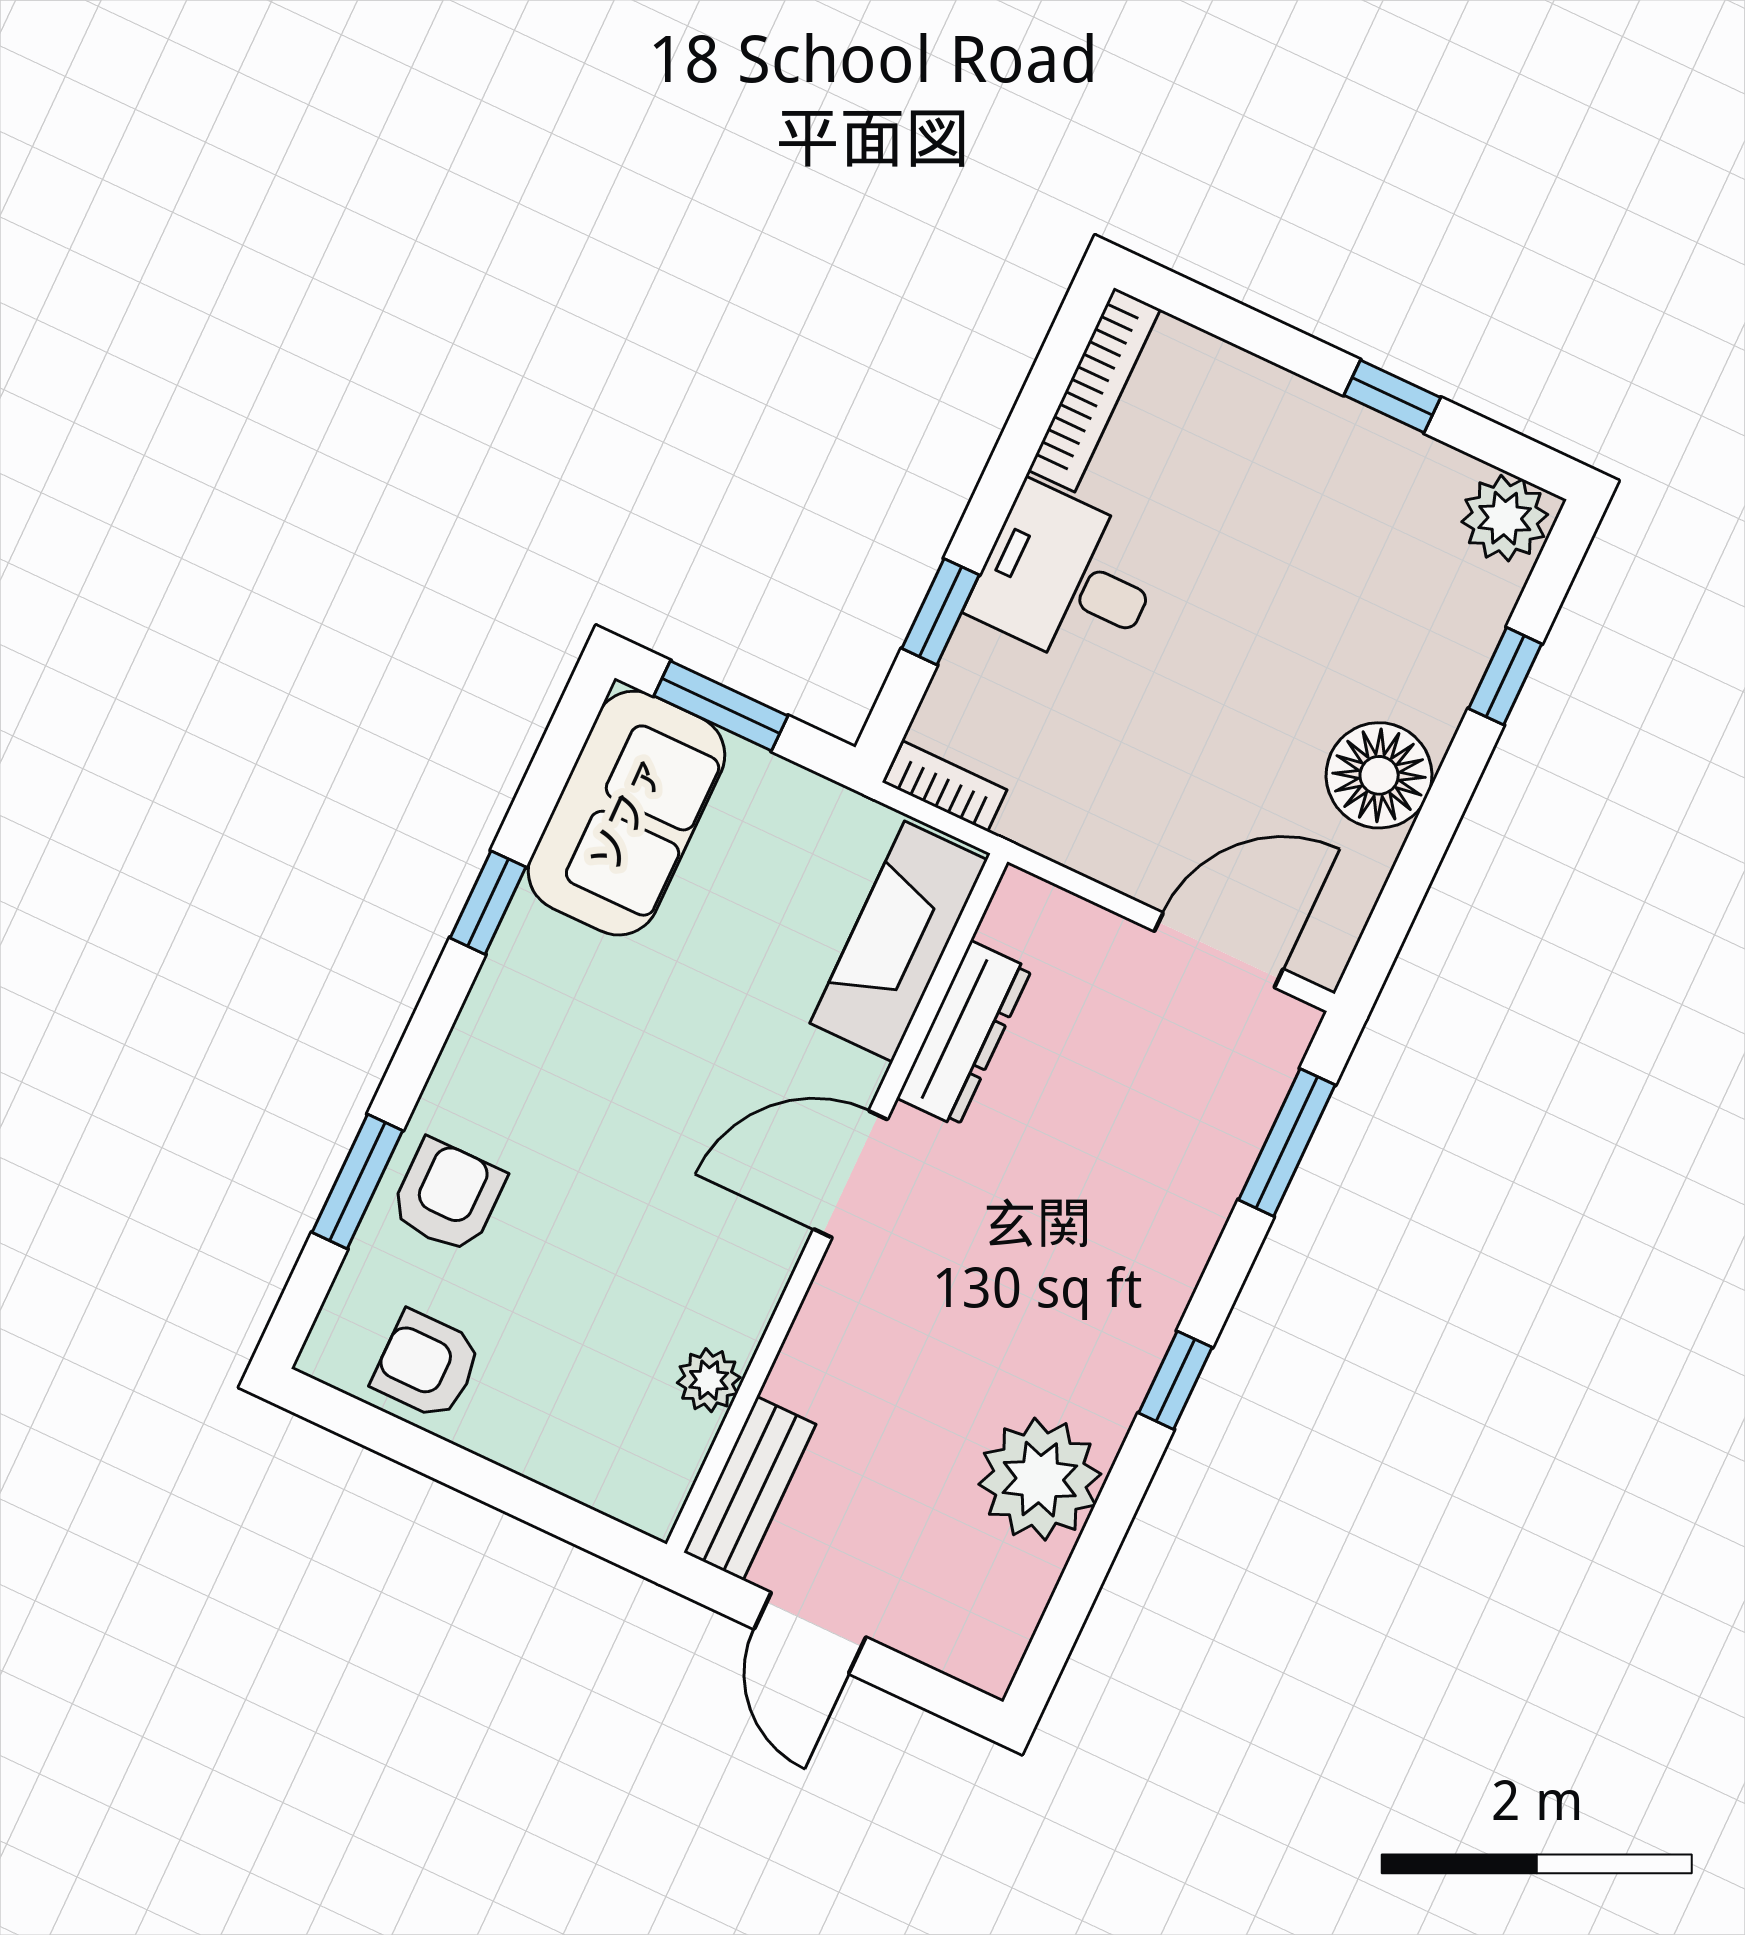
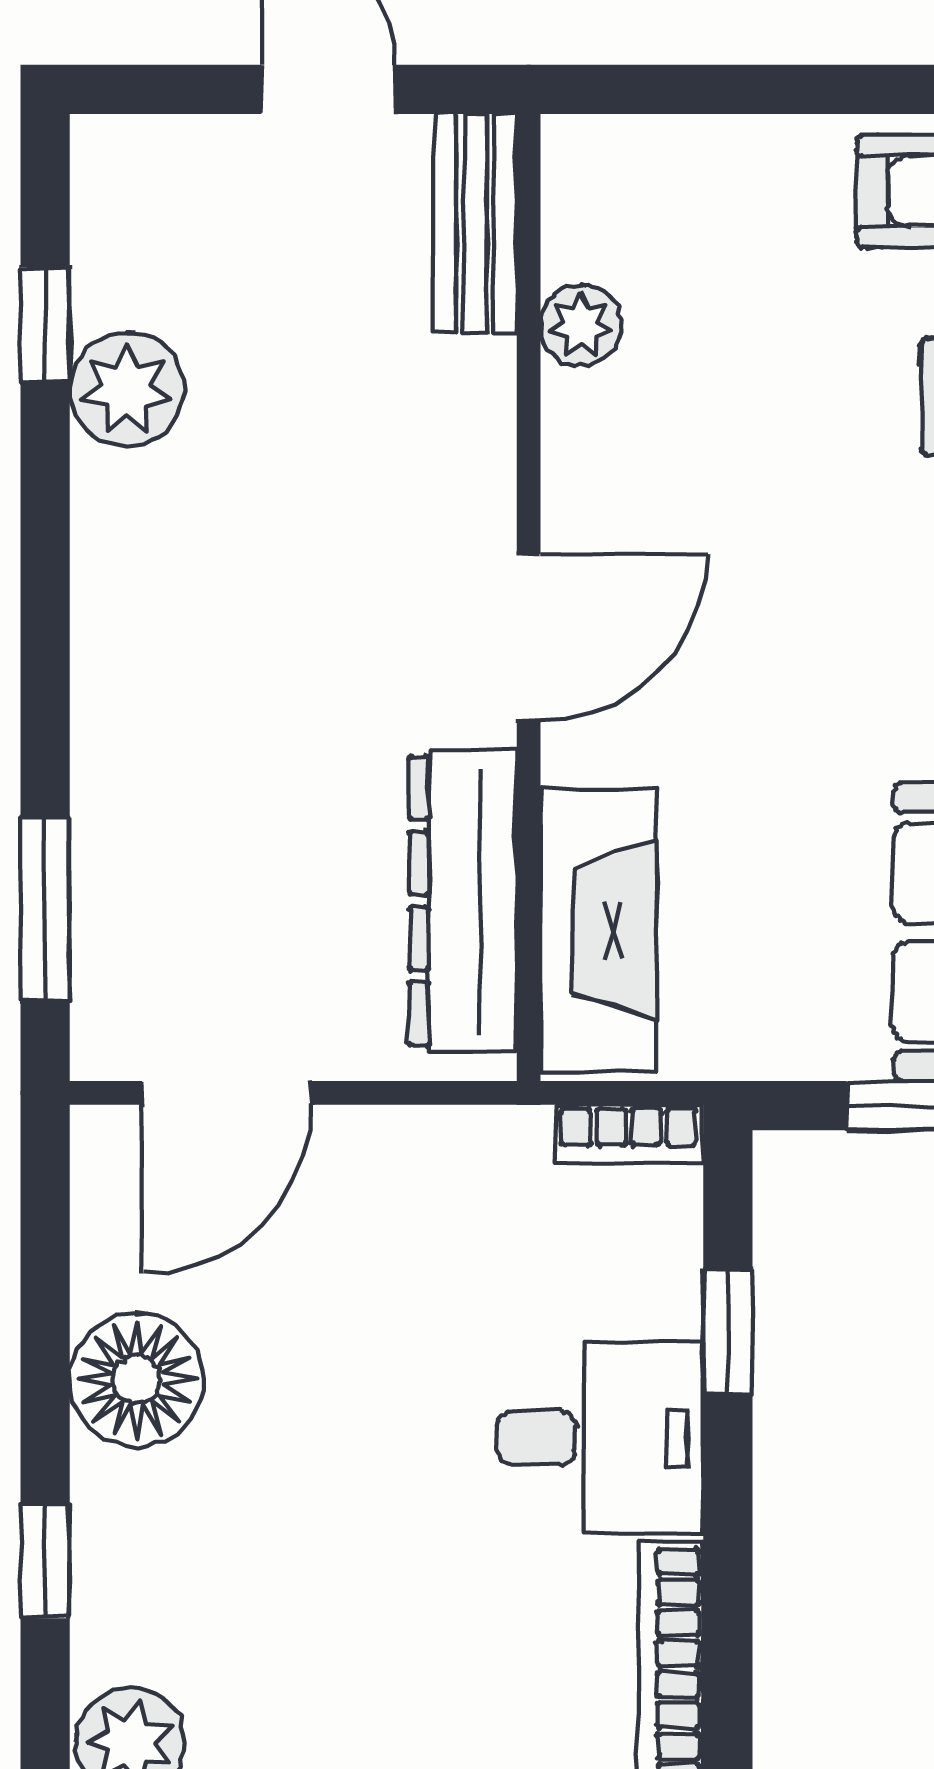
dresser: (964, 1034) -> (463, 901), width x1.37, depth x1.24
window: (1175, 1380) -> (45, 325), moved
plant: (1040, 1479) -> (127, 389), width x0.73, depth x0.73

